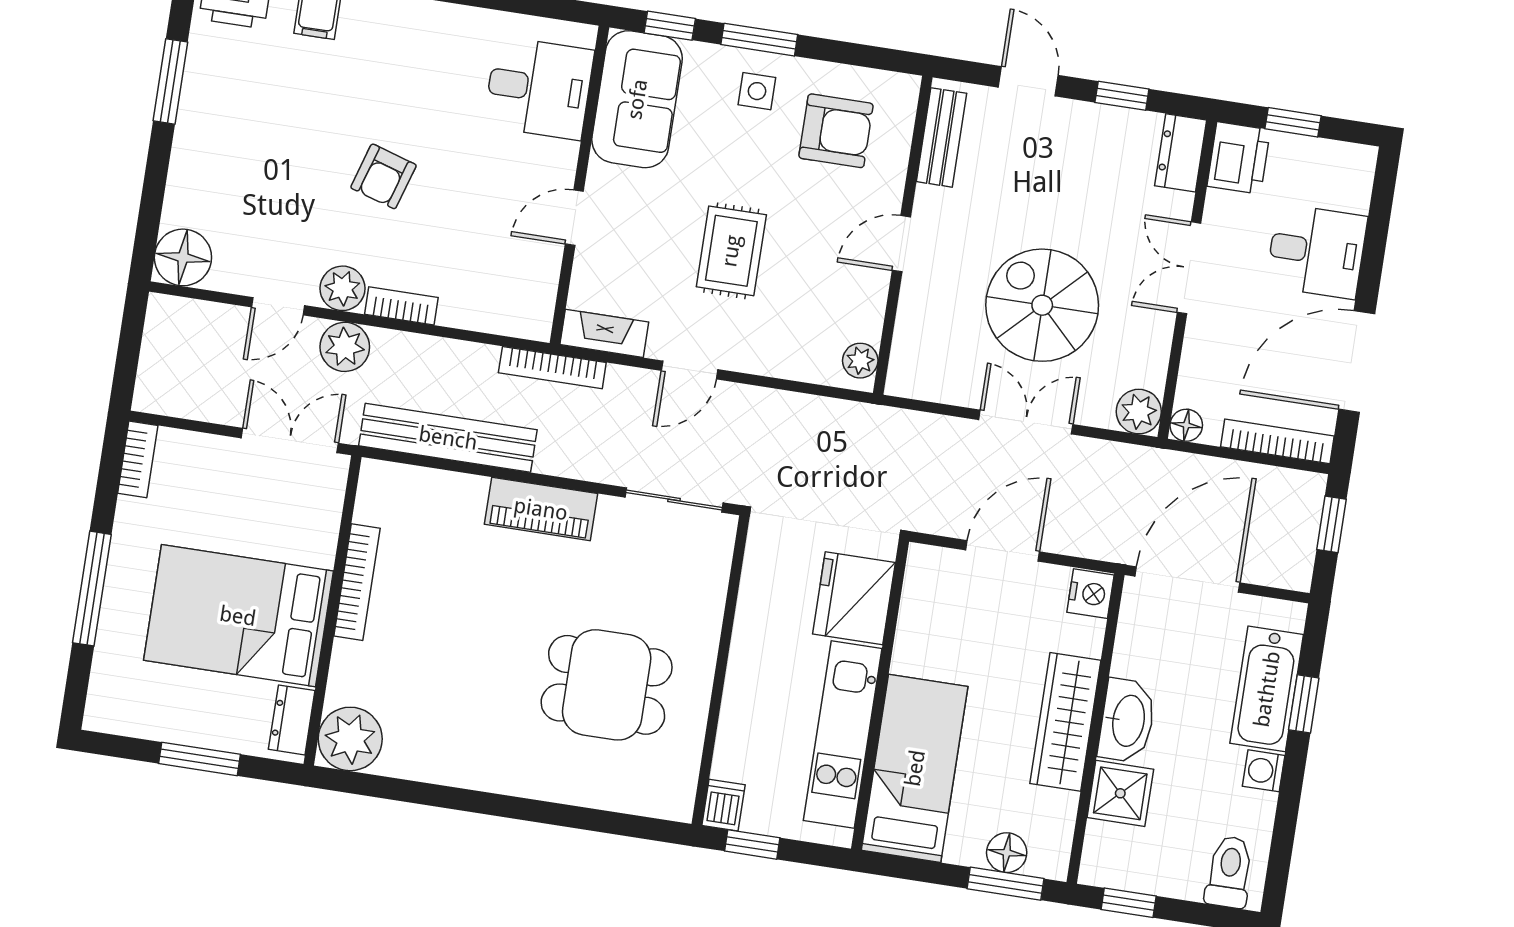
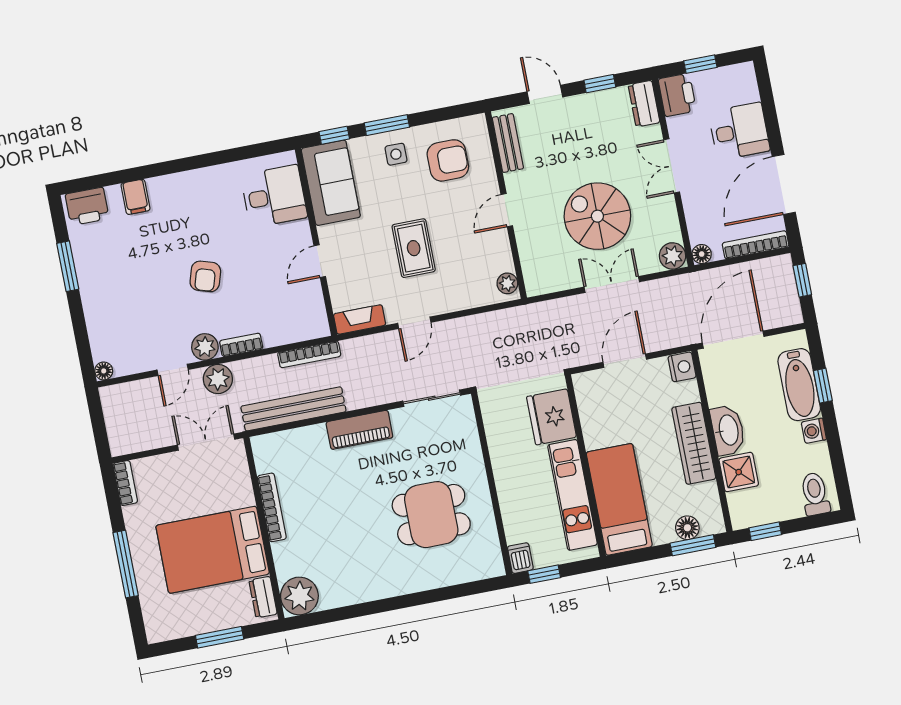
floor lamp: (183, 257) -> (104, 371), width x0.53, depth x0.53
bookcase: (552, 368) -> (309, 354), moved

